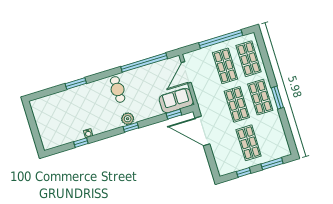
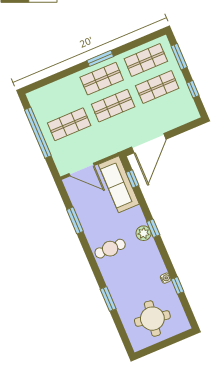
shop shelf: (249, 59) -> (146, 60), moved
window: (144, 63) -> (75, 221), width x0.47
sofa: (176, 101) -> (119, 184), width x1.36
round table: (56, 119) -> (152, 319), added

